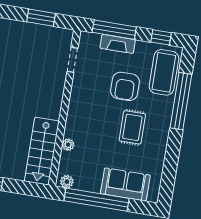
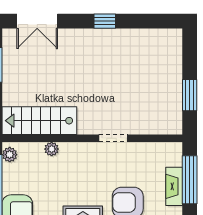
doorway: (72, 60) -> (113, 138), moved

